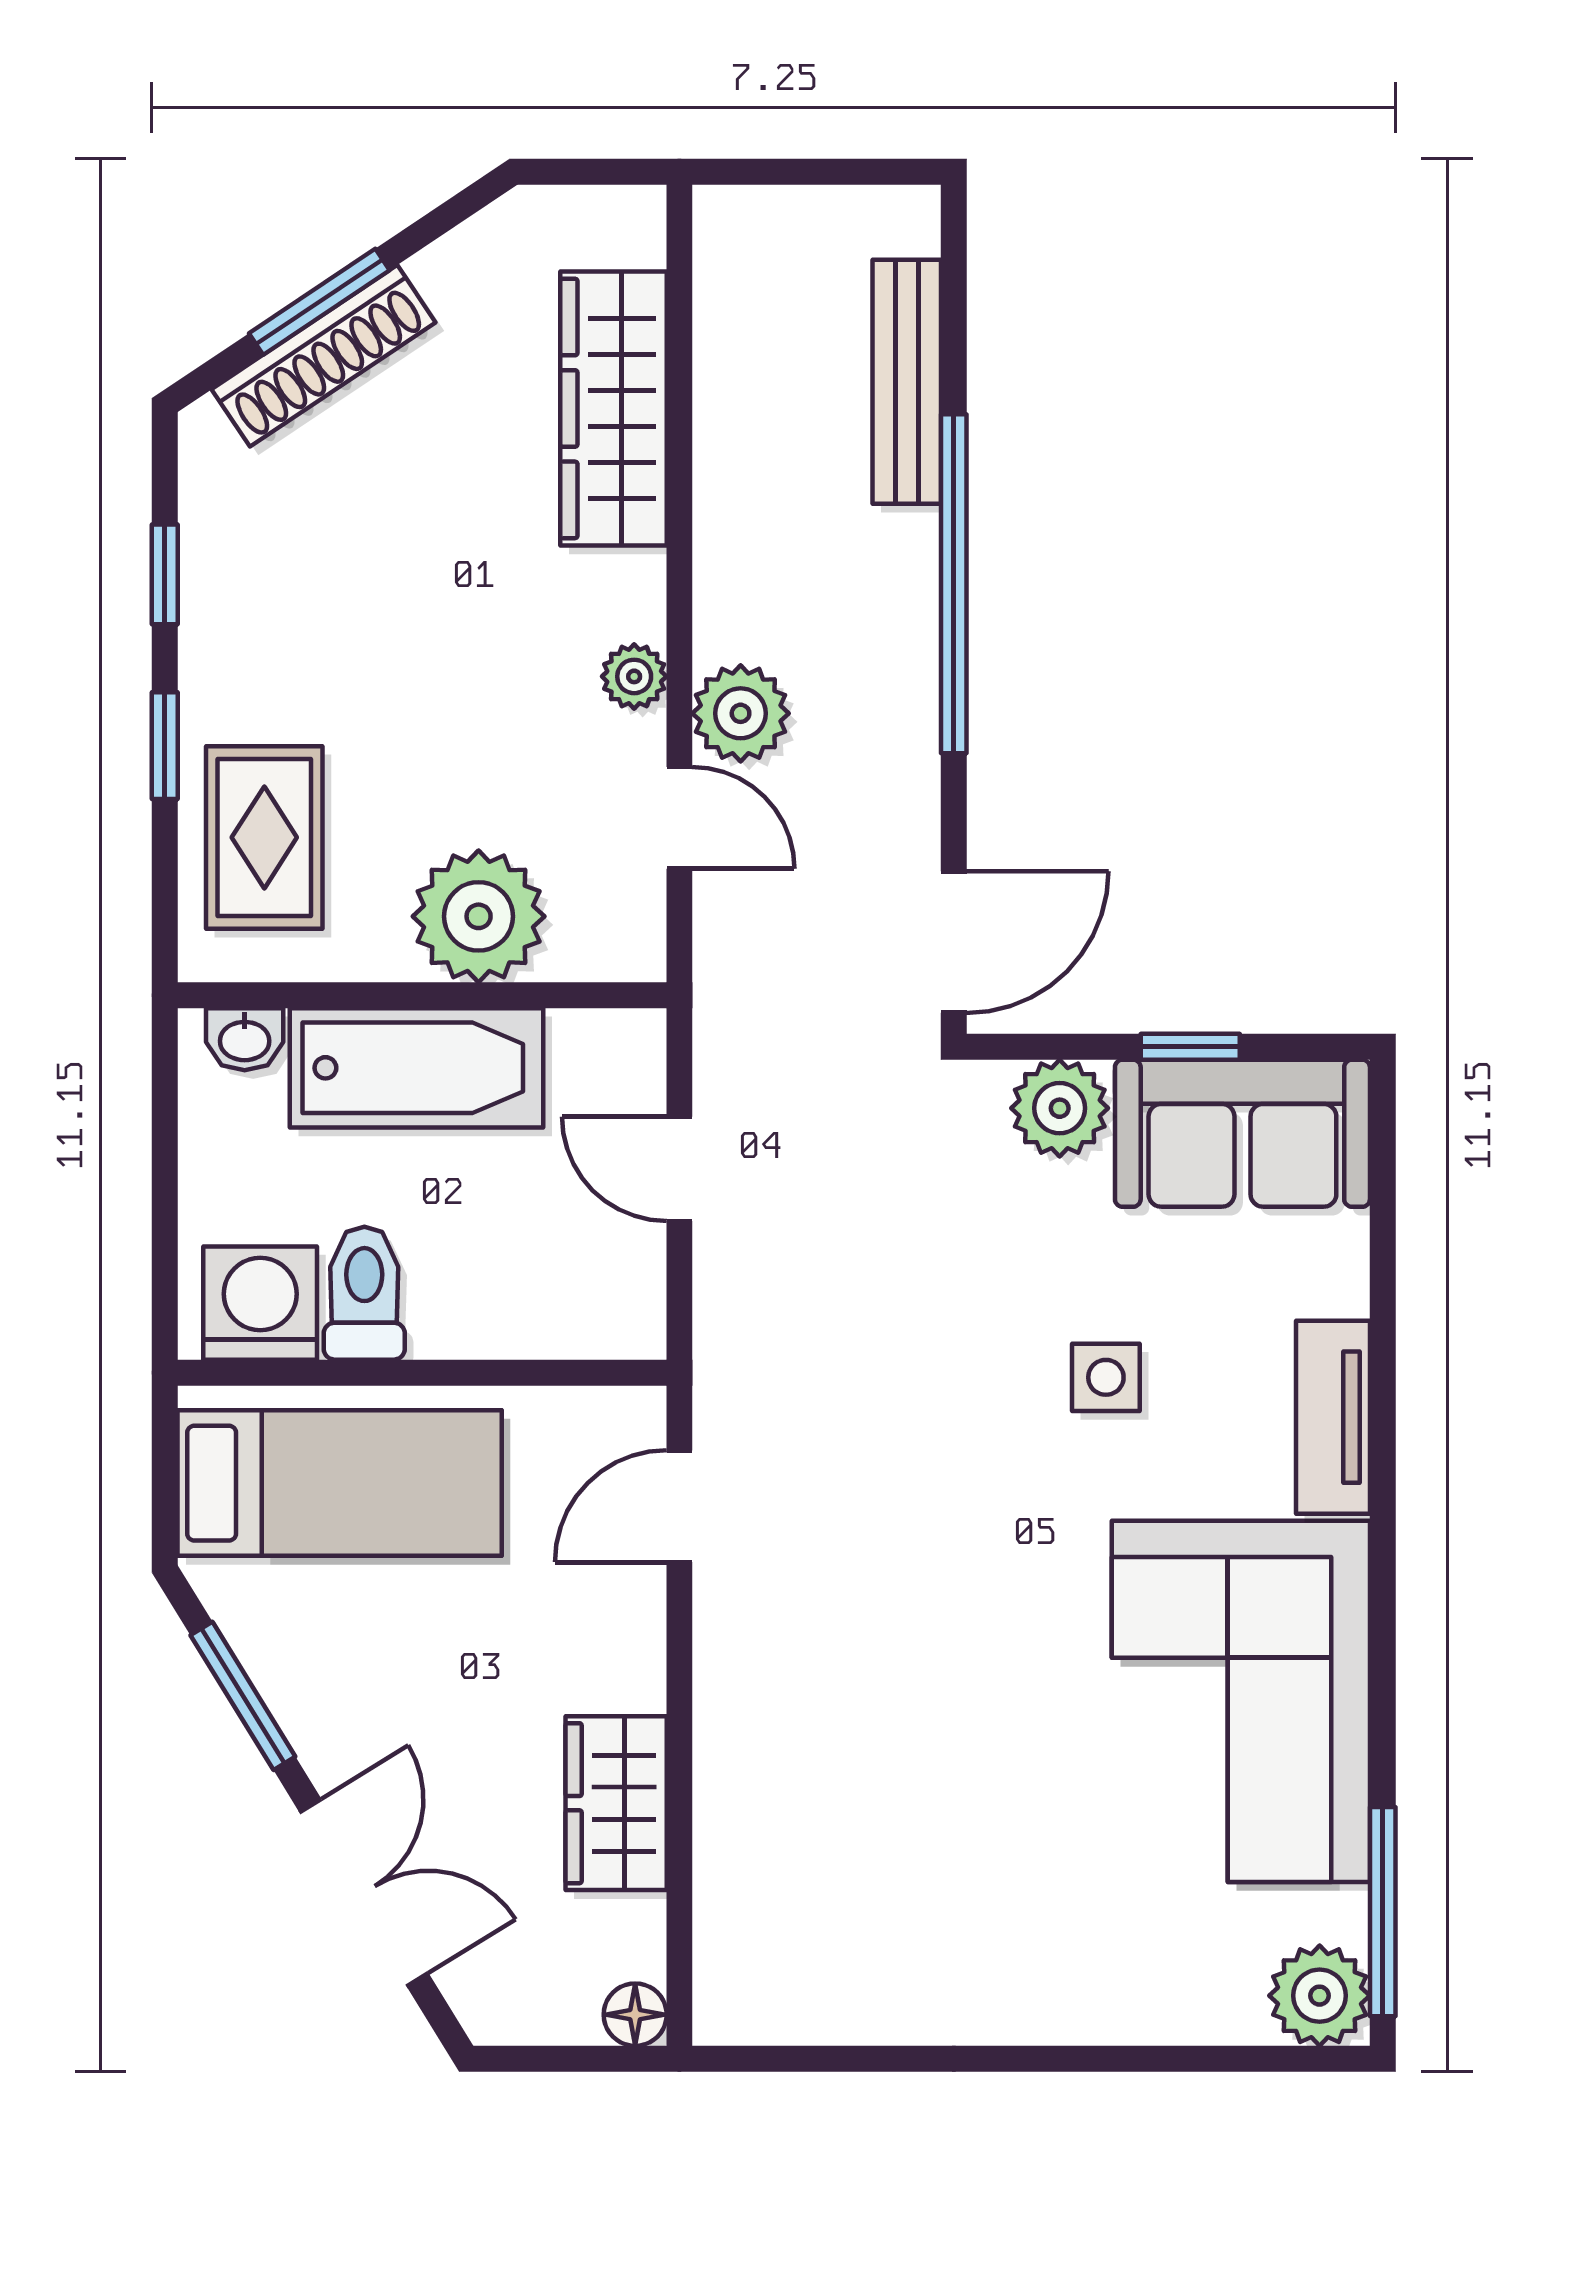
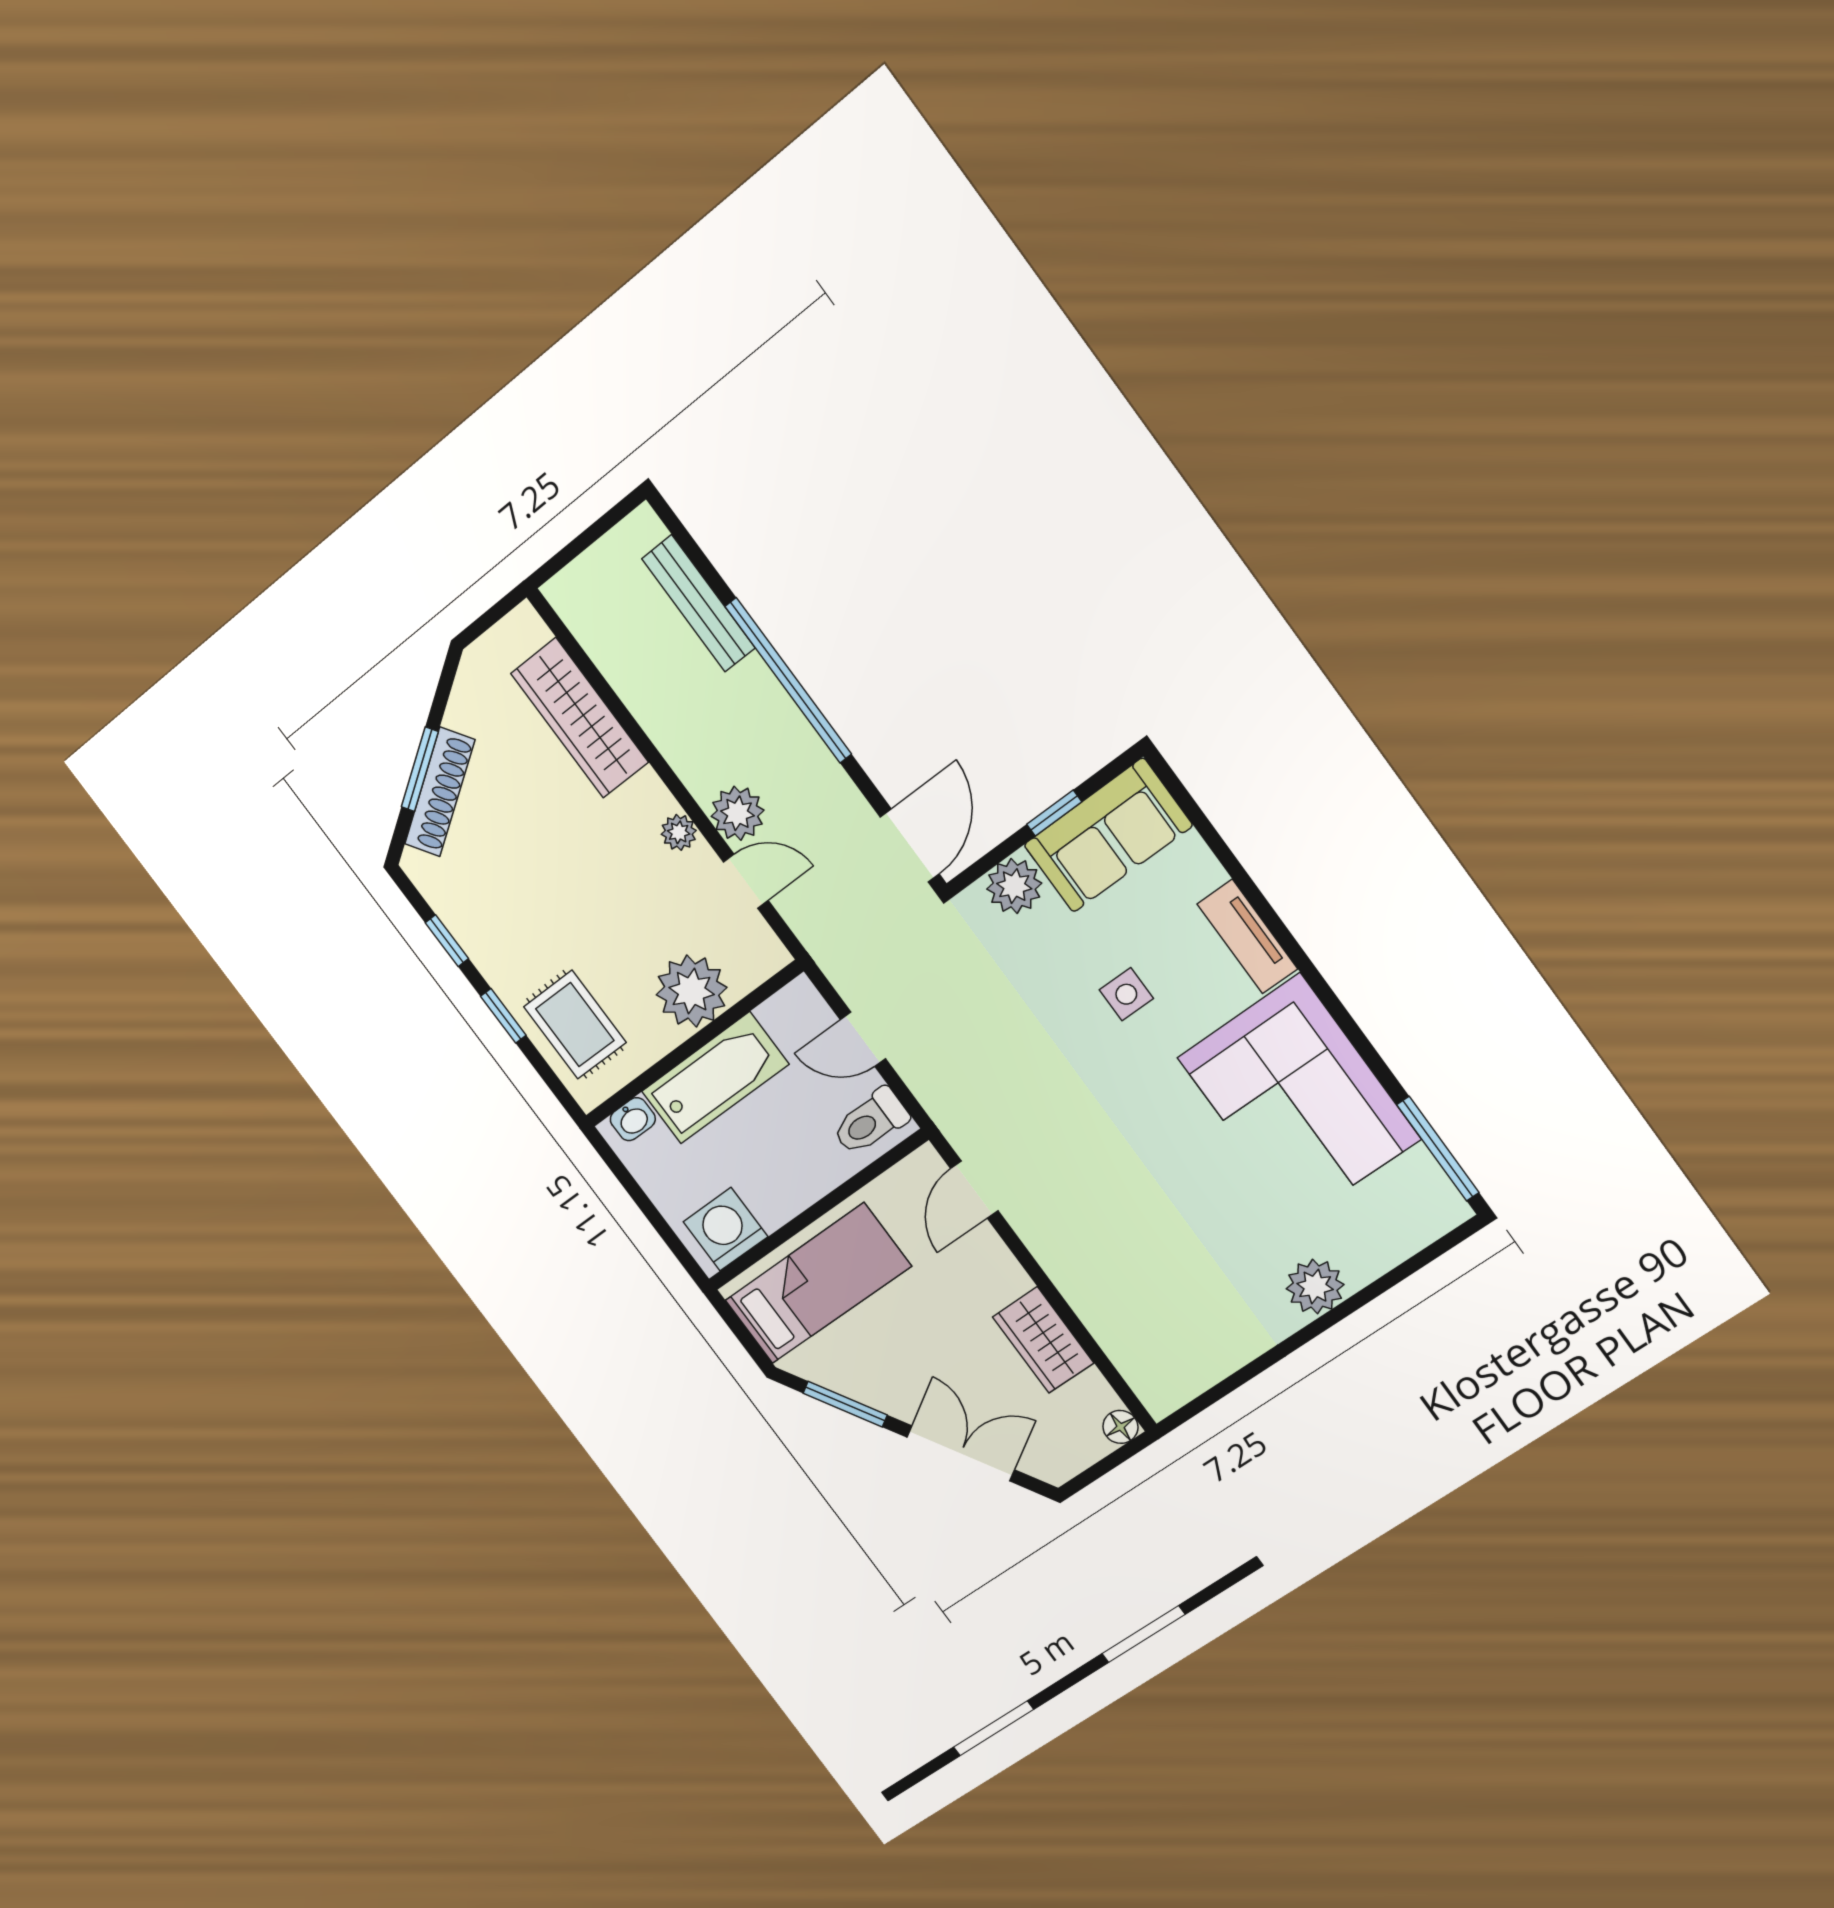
toilet: (364, 1293) -> (870, 1122), moved, turned -90
plant: (1320, 1996) -> (1315, 1287), moved

